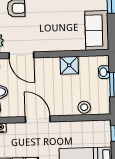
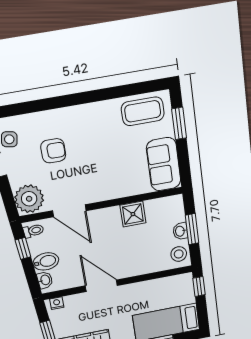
washbasin: (104, 72) -> (180, 231), moved
stool: (84, 107) -> (179, 254), moved

